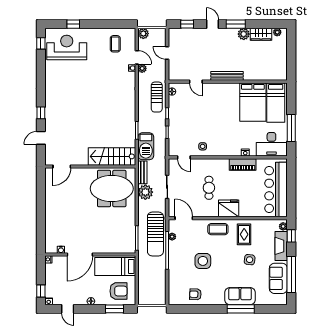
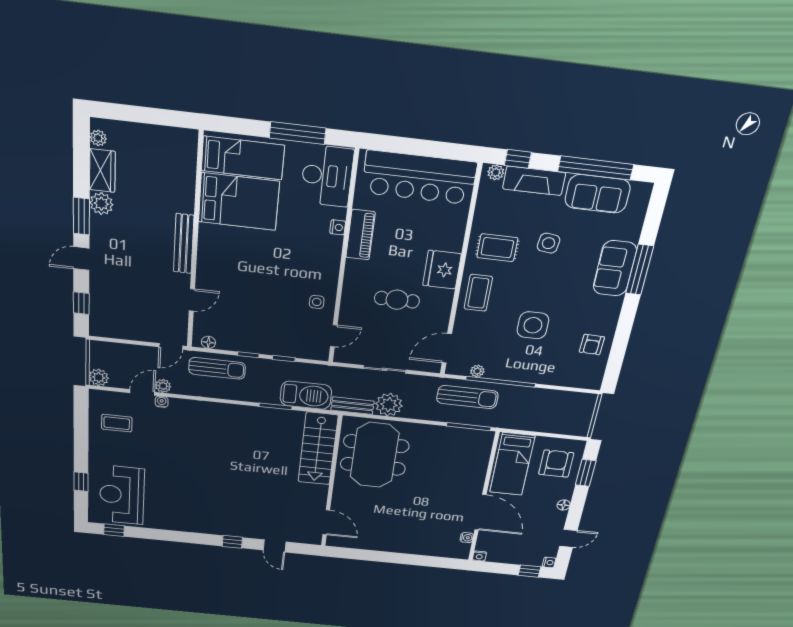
door: (167, 53) -> (171, 346), moved
sun lounger: (155, 234) -> (467, 397), width x0.73, depth x0.75

